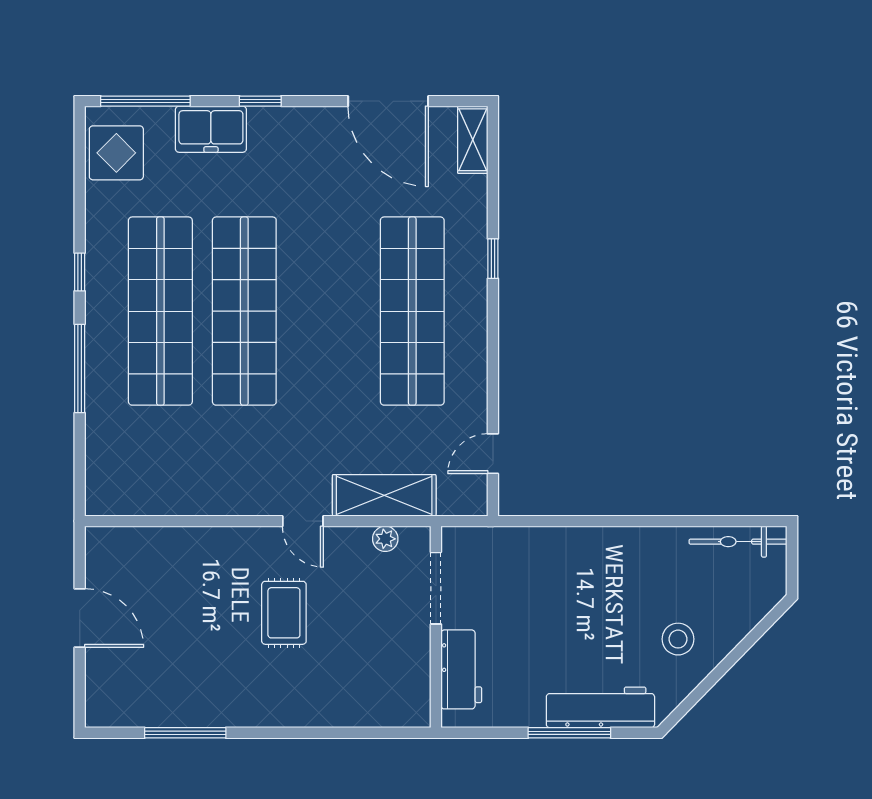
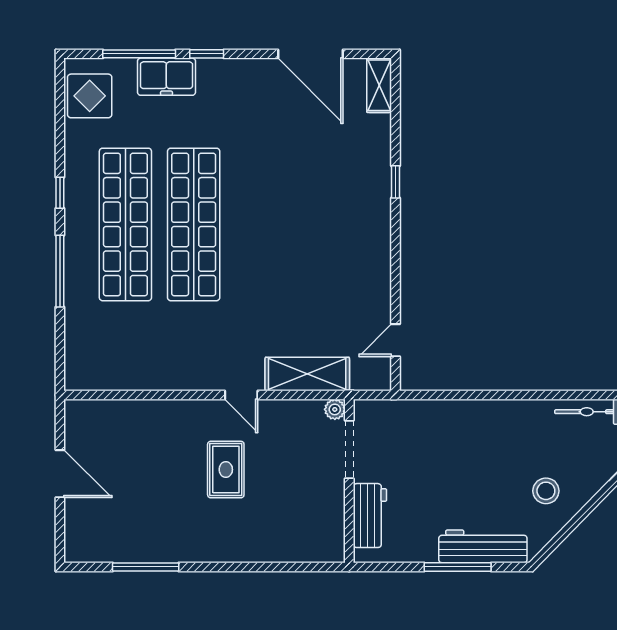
window: (145, 101) -> (139, 54), moved
shop shelf: (412, 311) -> (330, 224), removed
plant: (385, 539) -> (335, 409), moved

